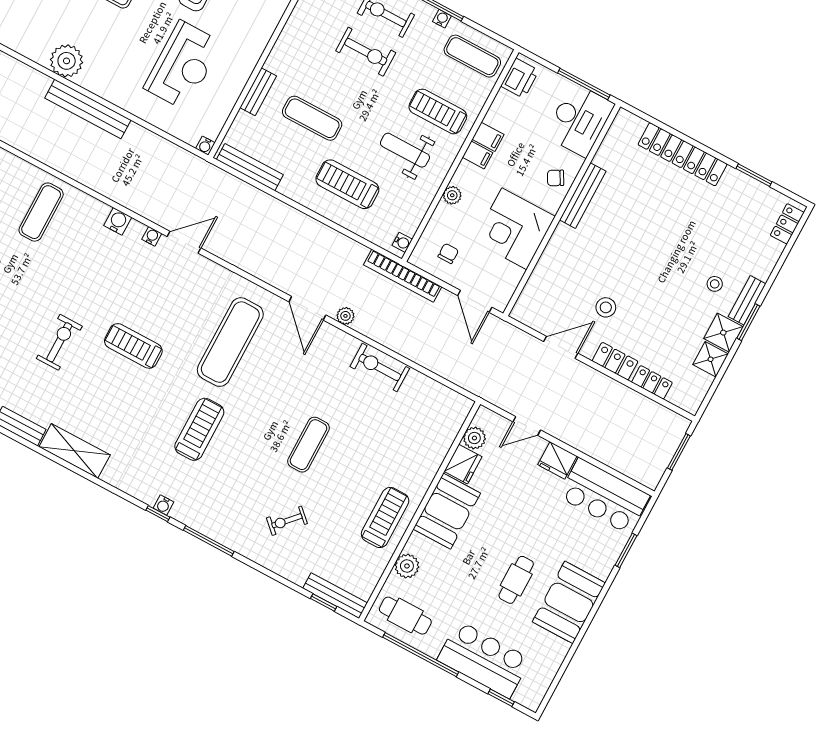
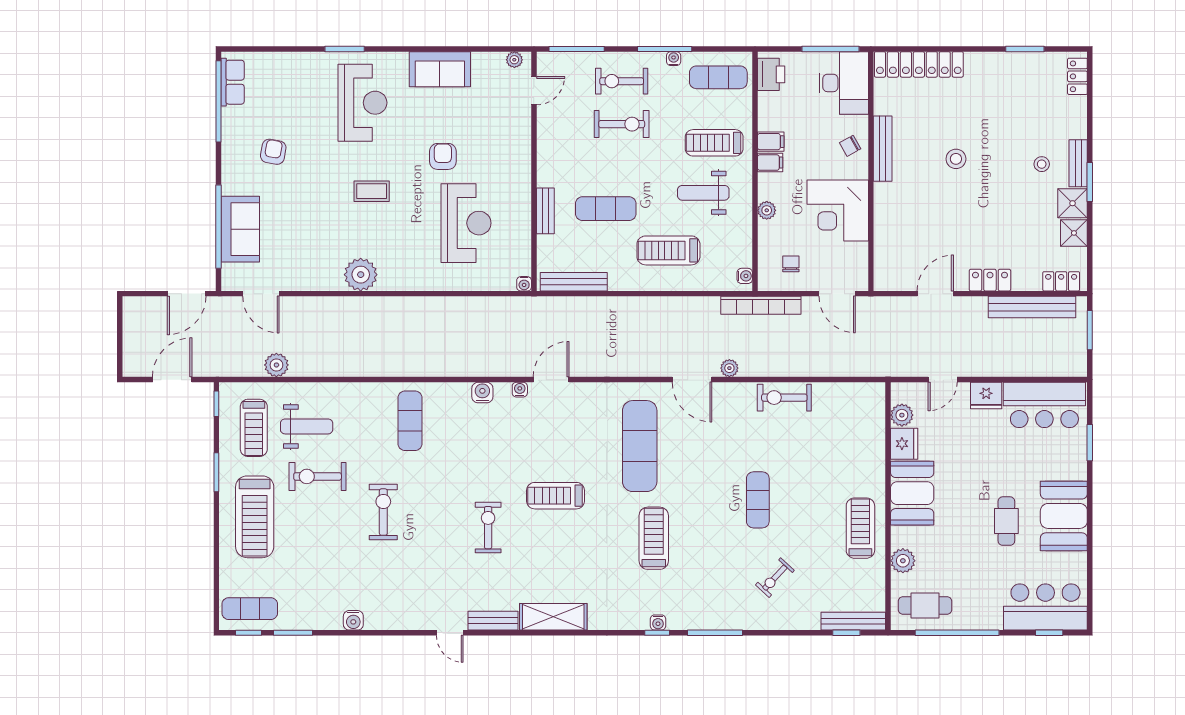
bench: (88, 109) -> (1032, 307), moved
locker: (683, 154) -> (919, 64), moved
stool: (606, 307) -> (956, 159), moved
locker: (652, 382) -> (1061, 281), moved
bar counter: (484, 659) -> (1045, 607), moved

